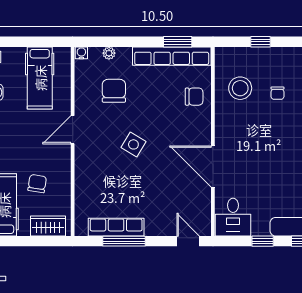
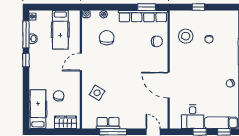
side table: (133, 144) -> (97, 93), moved
desk: (233, 217) -> (193, 117), moved
row of seats: (116, 227) -> (108, 123), width x0.68

